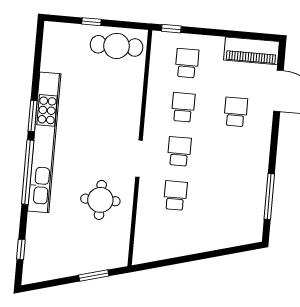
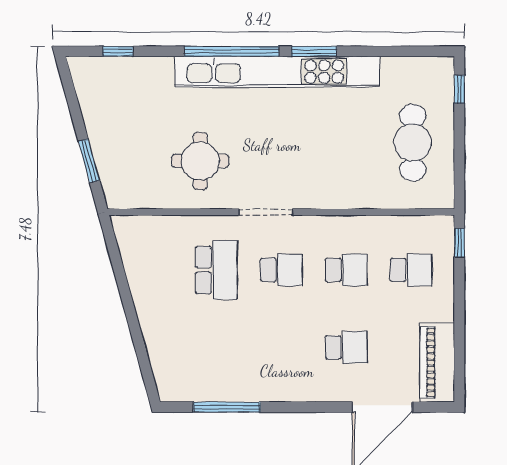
window: (91, 22) -> (459, 89), moved
cafe table: (117, 46) -> (413, 143), moved
school desk: (175, 196) -> (216, 270), width x1.85

